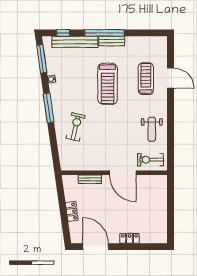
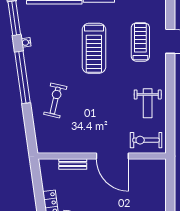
window: (49, 108) -> (23, 77), width x1.46

